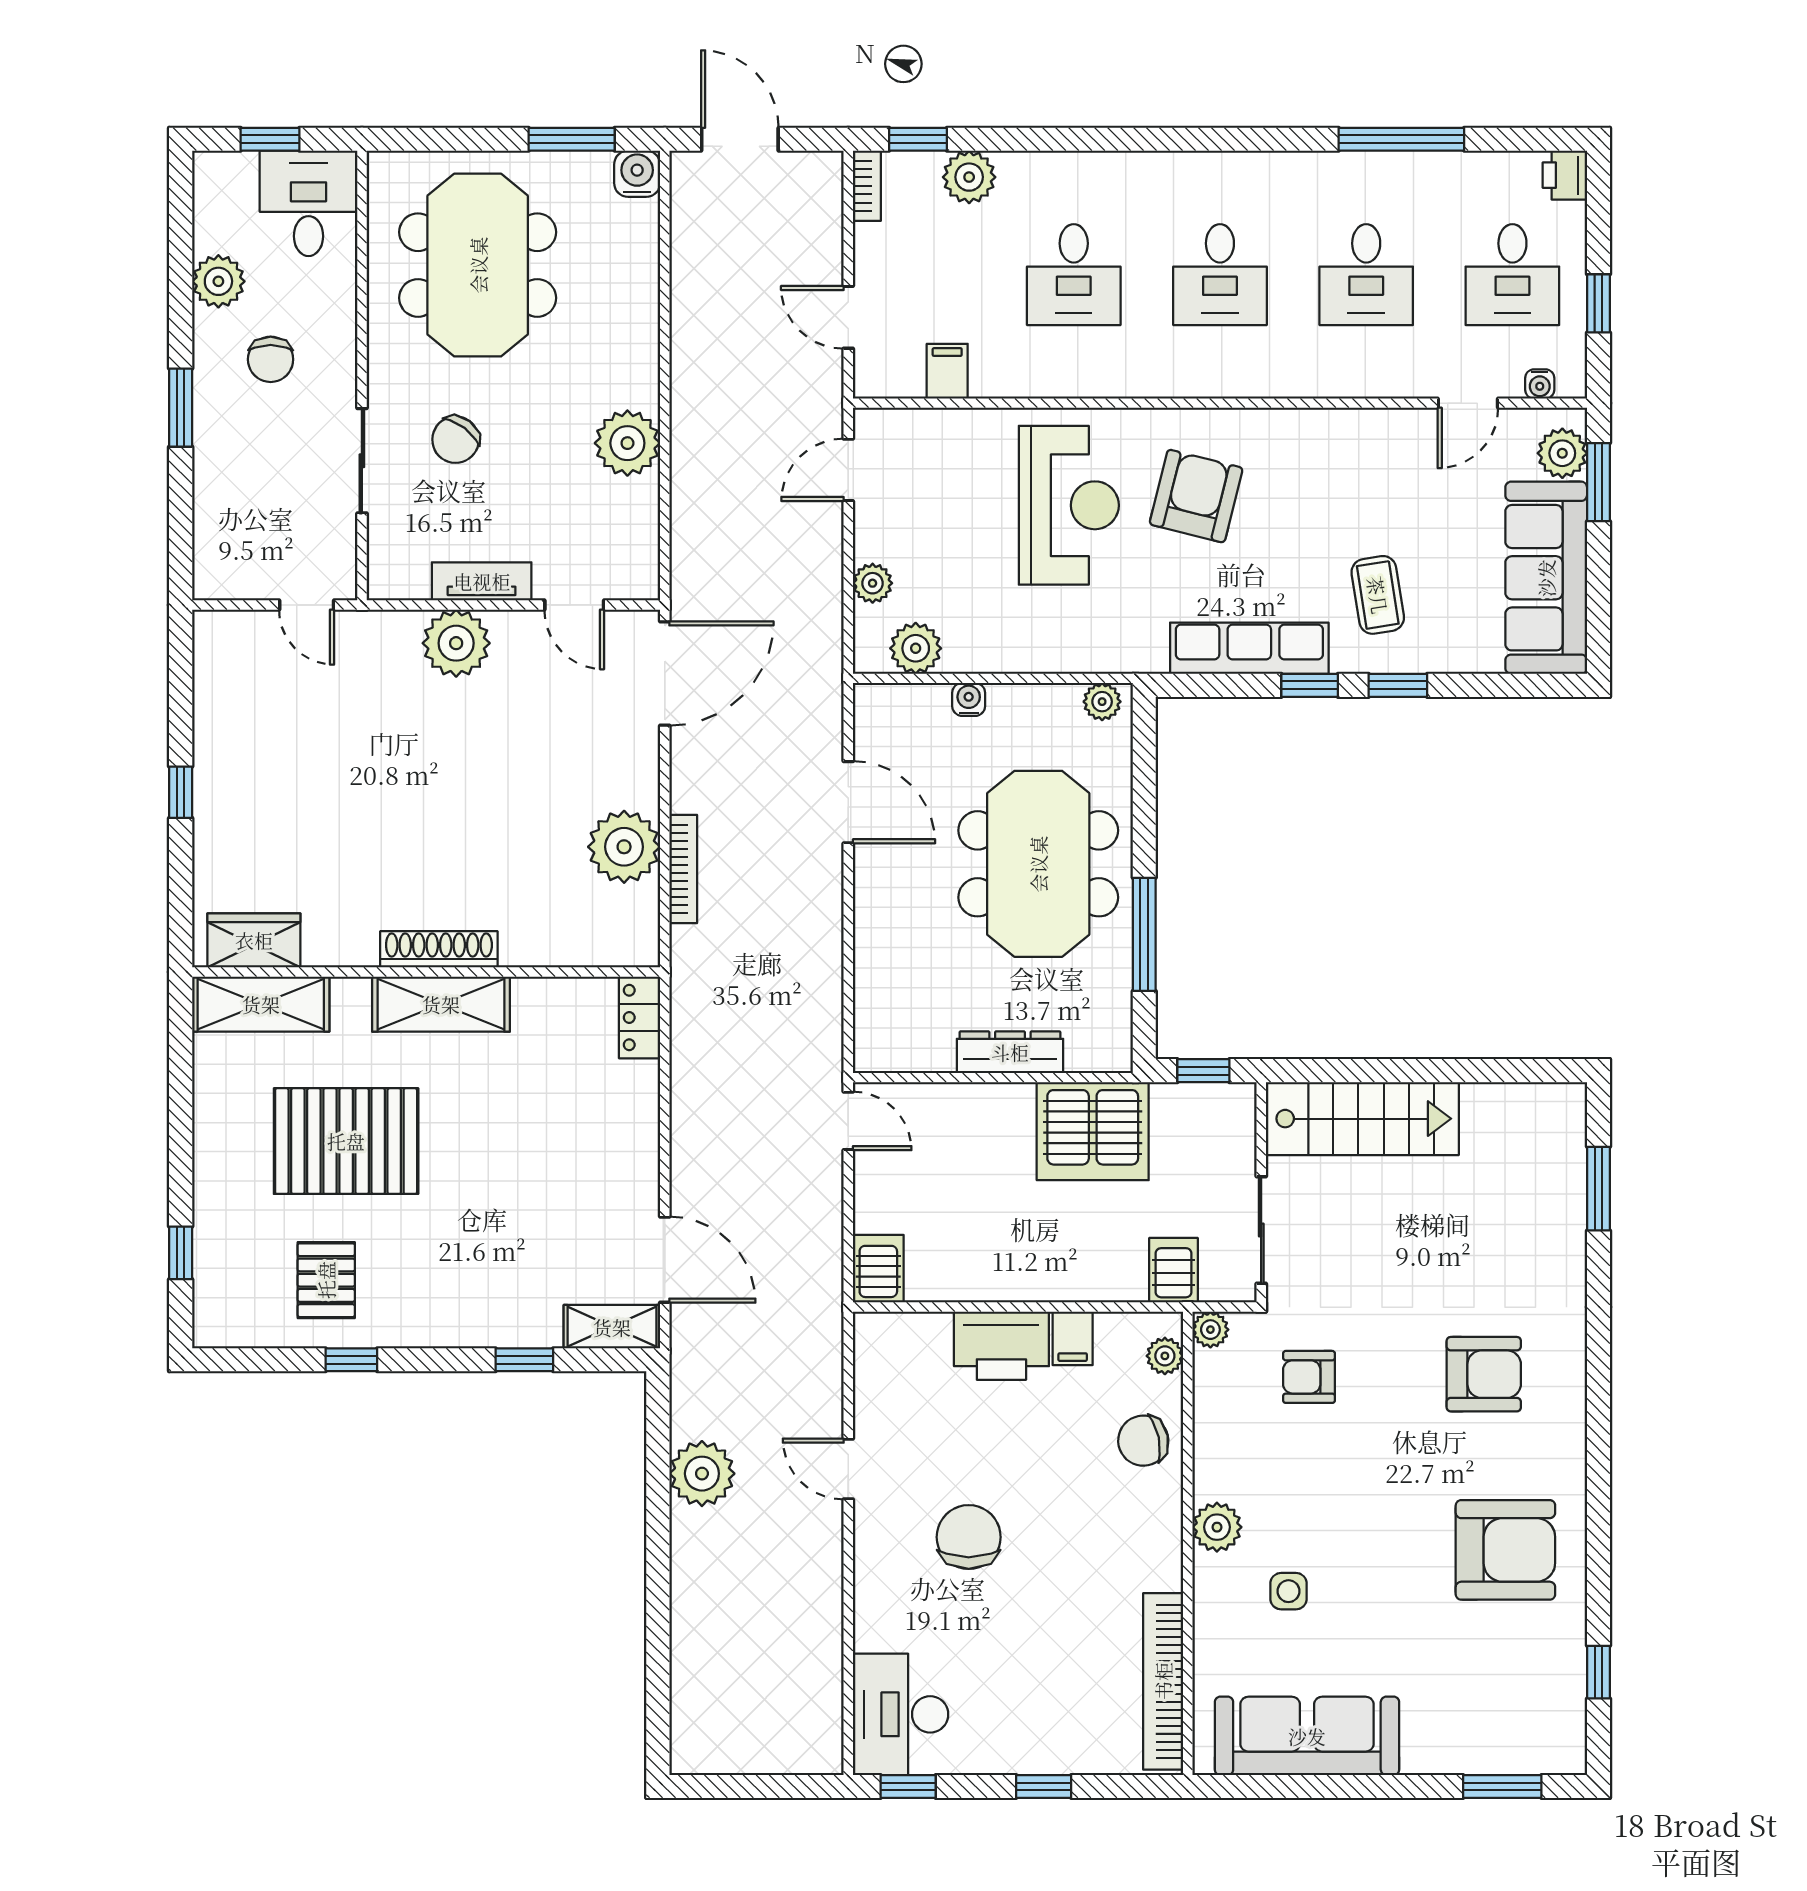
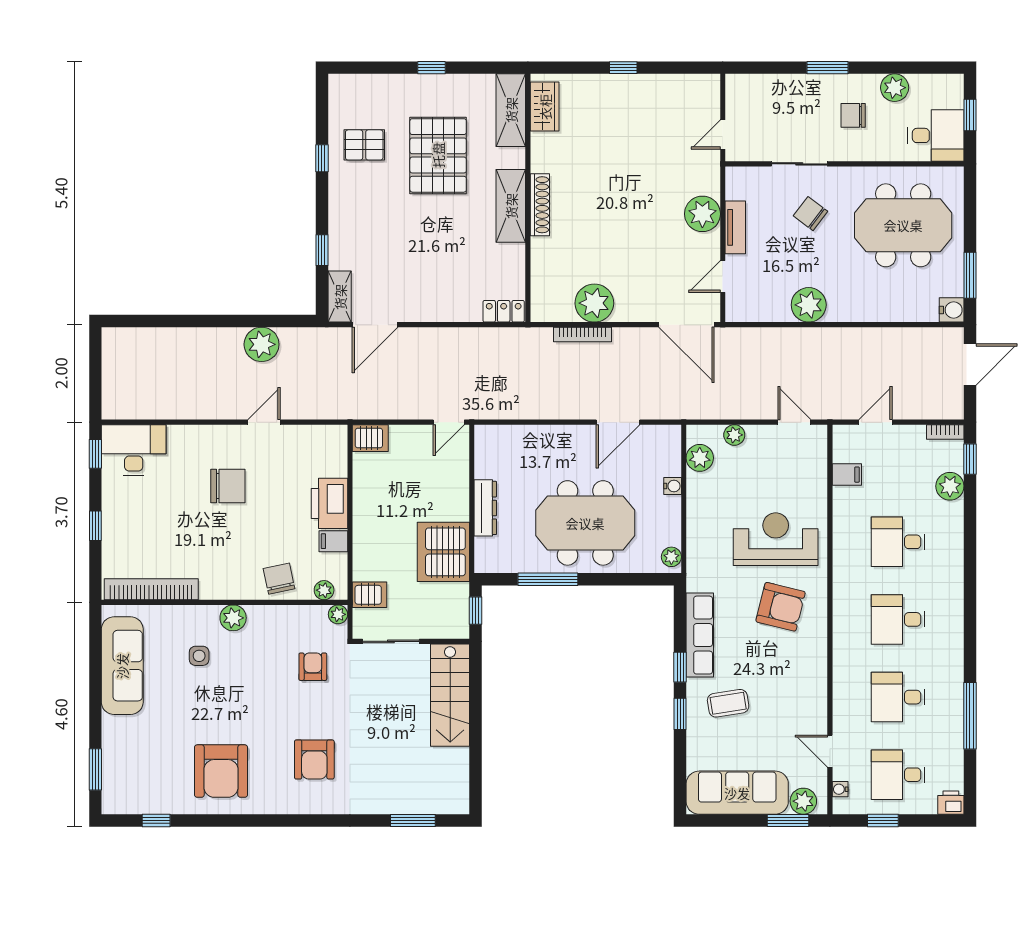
reception desk: (1069, 505) -> (776, 539), turned 180
window: (181, 1253) -> (432, 68), moved

